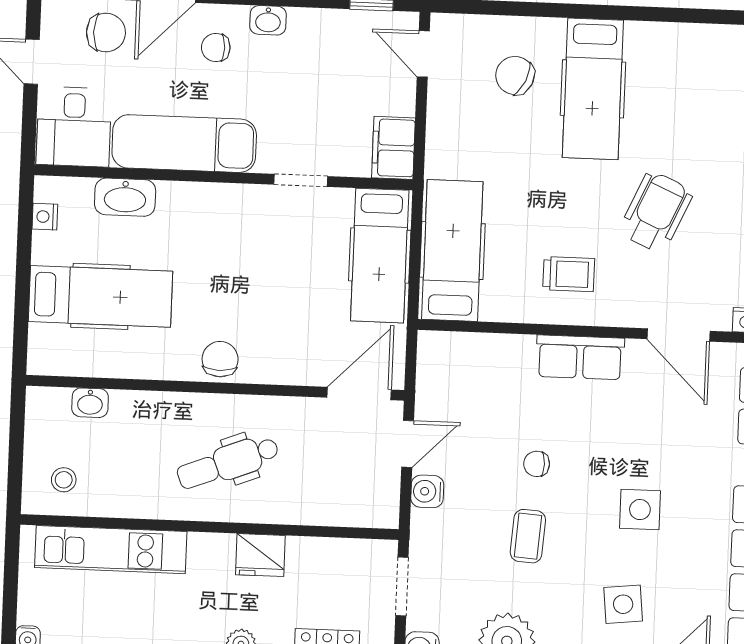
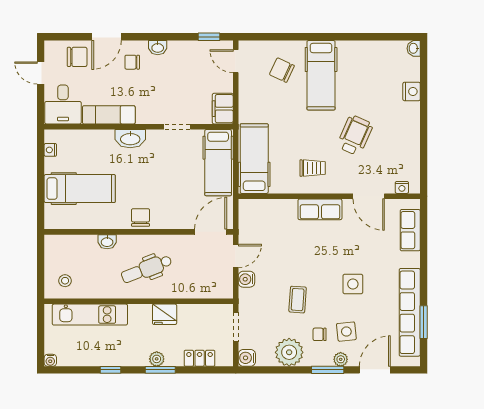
exam couch: (184, 144) -> (109, 115), width x0.73, depth x0.69
washbasin: (125, 197) -> (130, 139), moved
washbasin: (90, 403) -> (107, 242), moved
chair: (537, 464) -> (320, 334), moved

